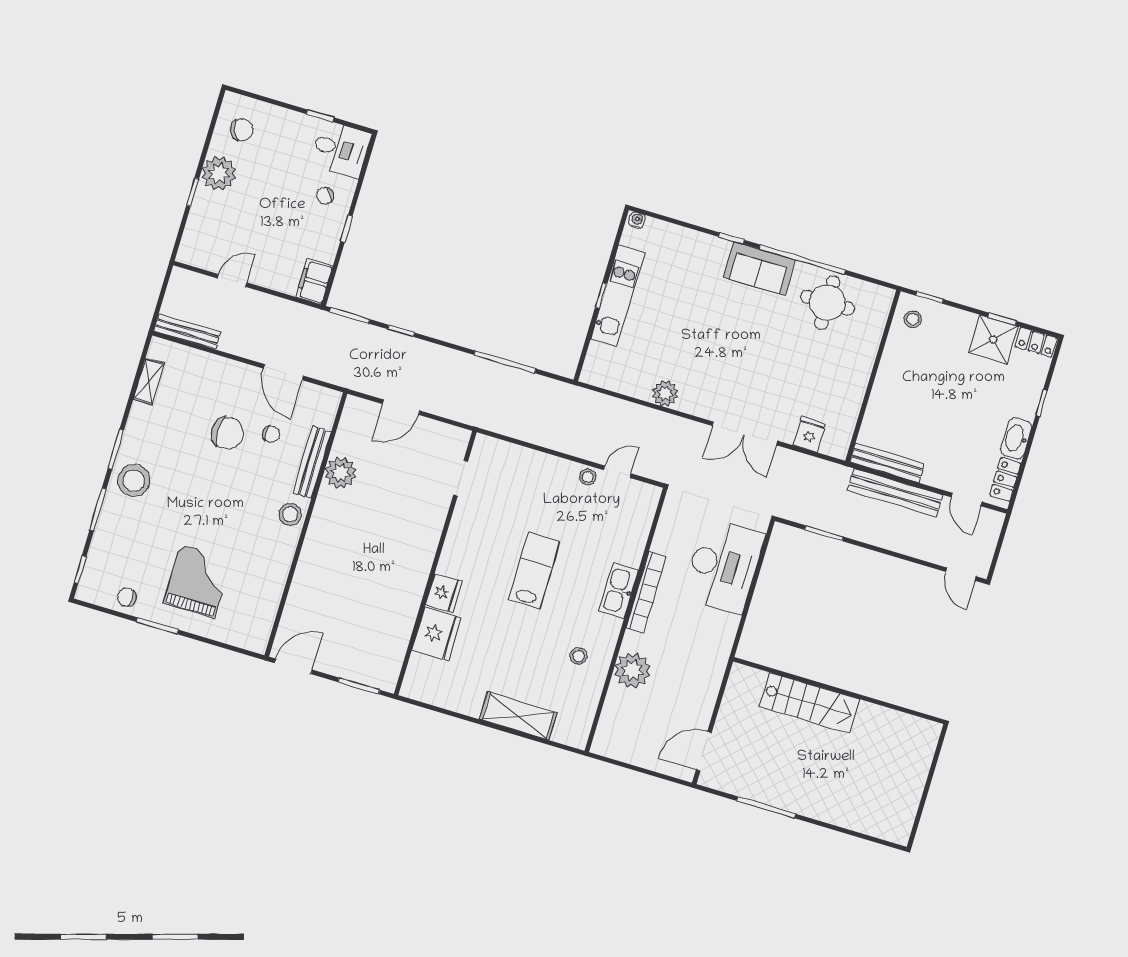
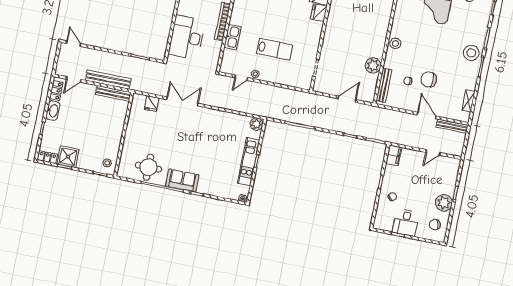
desk: (341, 149) -> (406, 222), moved, turned -90
door: (283, 372) -> (427, 115), moved
plant: (665, 393) -> (256, 124), moved
bench: (312, 462) -> (384, 85), moved
door: (967, 499) -> (74, 79), swing flipped
lab bench: (534, 570) -> (275, 49), moved, turned -90
kitchen sink: (619, 591) -> (232, 37), moved

